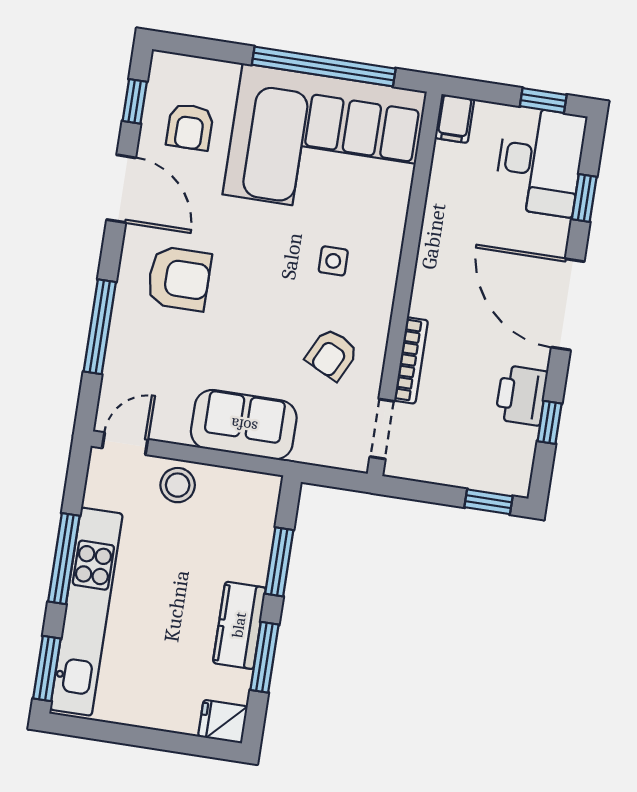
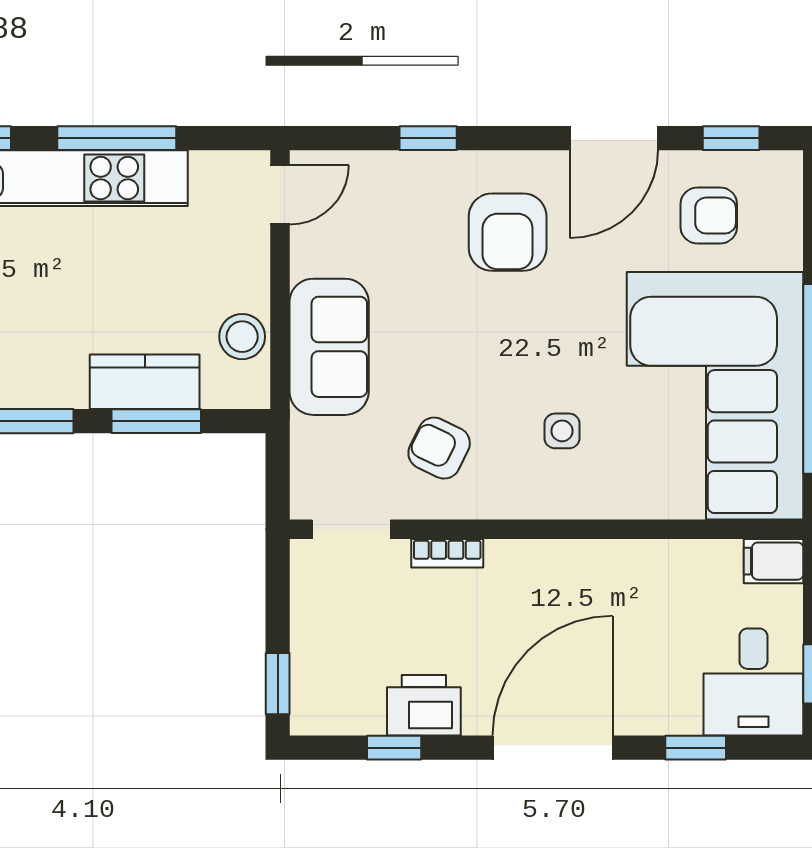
armchair: (190, 127) -> (709, 216), turned 180
desk: (540, 161) -> (753, 682), width x0.73
window: (100, 327) -> (428, 138), width x0.46
bookcase: (411, 360) -> (447, 553), width x0.64
door: (125, 444) -> (280, 195), hinge flipped
stool: (178, 485) -> (242, 337), moved
kitchen counter: (239, 625) -> (145, 382), moved

